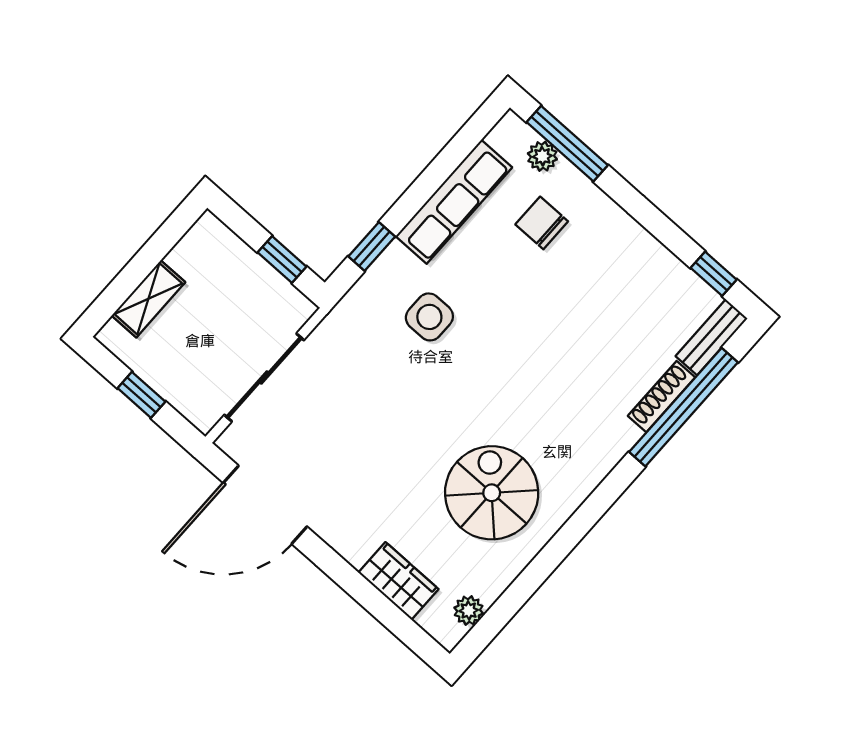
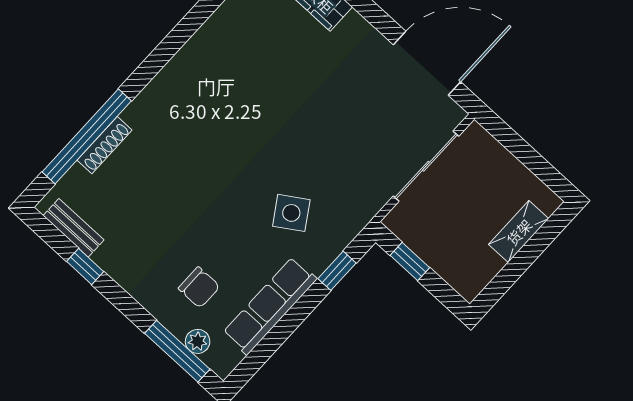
window: (714, 274) -> (85, 267), moved
side table: (429, 317) -> (291, 213), turned -33
bench: (712, 337) -> (73, 228), moved, turned 90
window: (141, 395) -> (526, 154), removed
spiral stairs: (492, 493) -> (243, 70), removed

